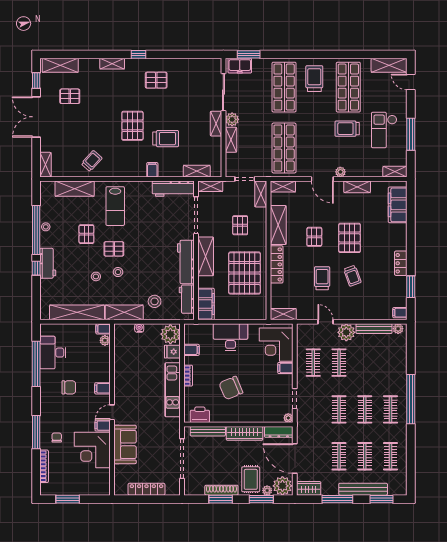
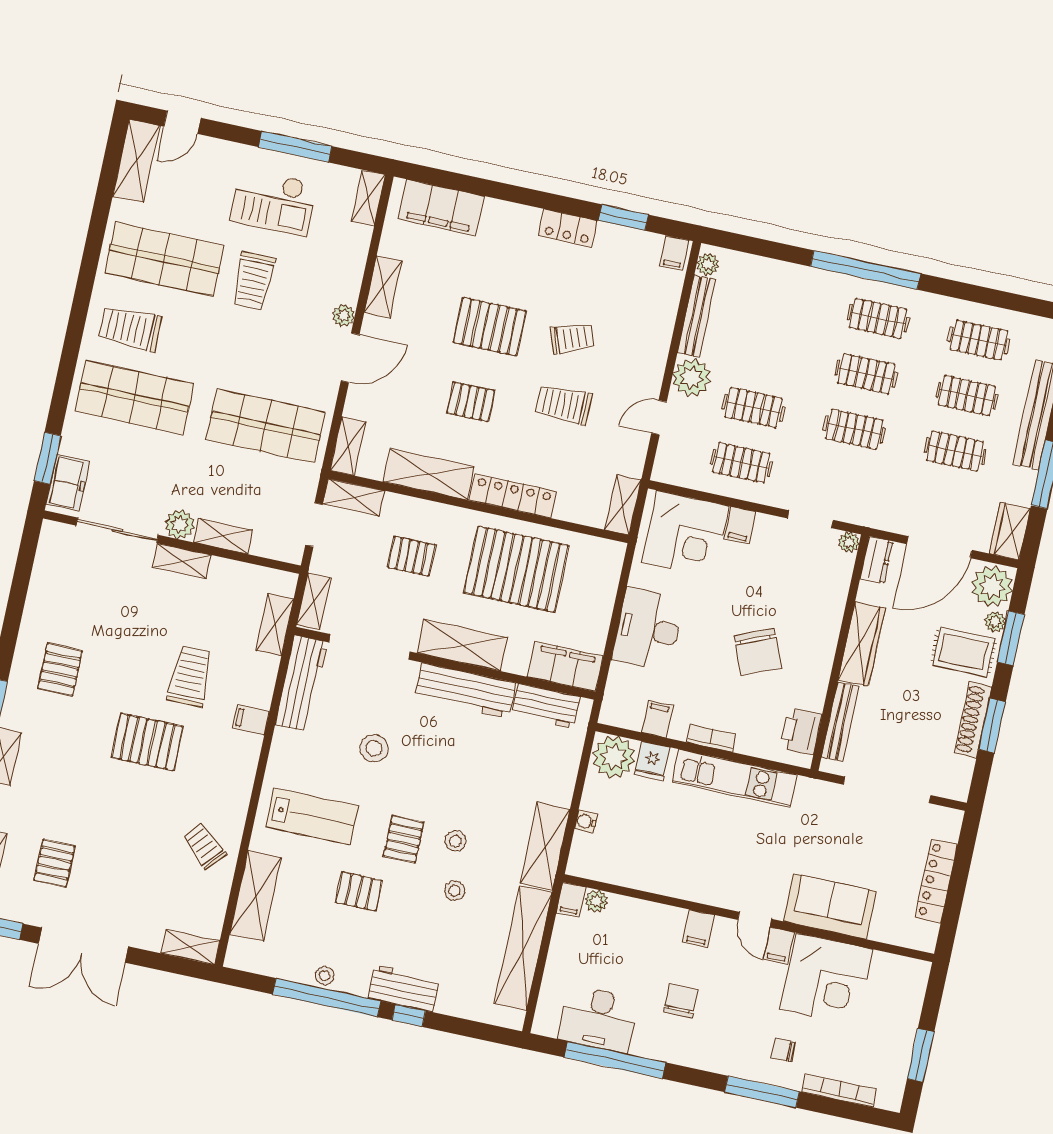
stool: (155, 301) -> (374, 748), moved
dresser: (279, 432) -> (877, 560), width x0.70

